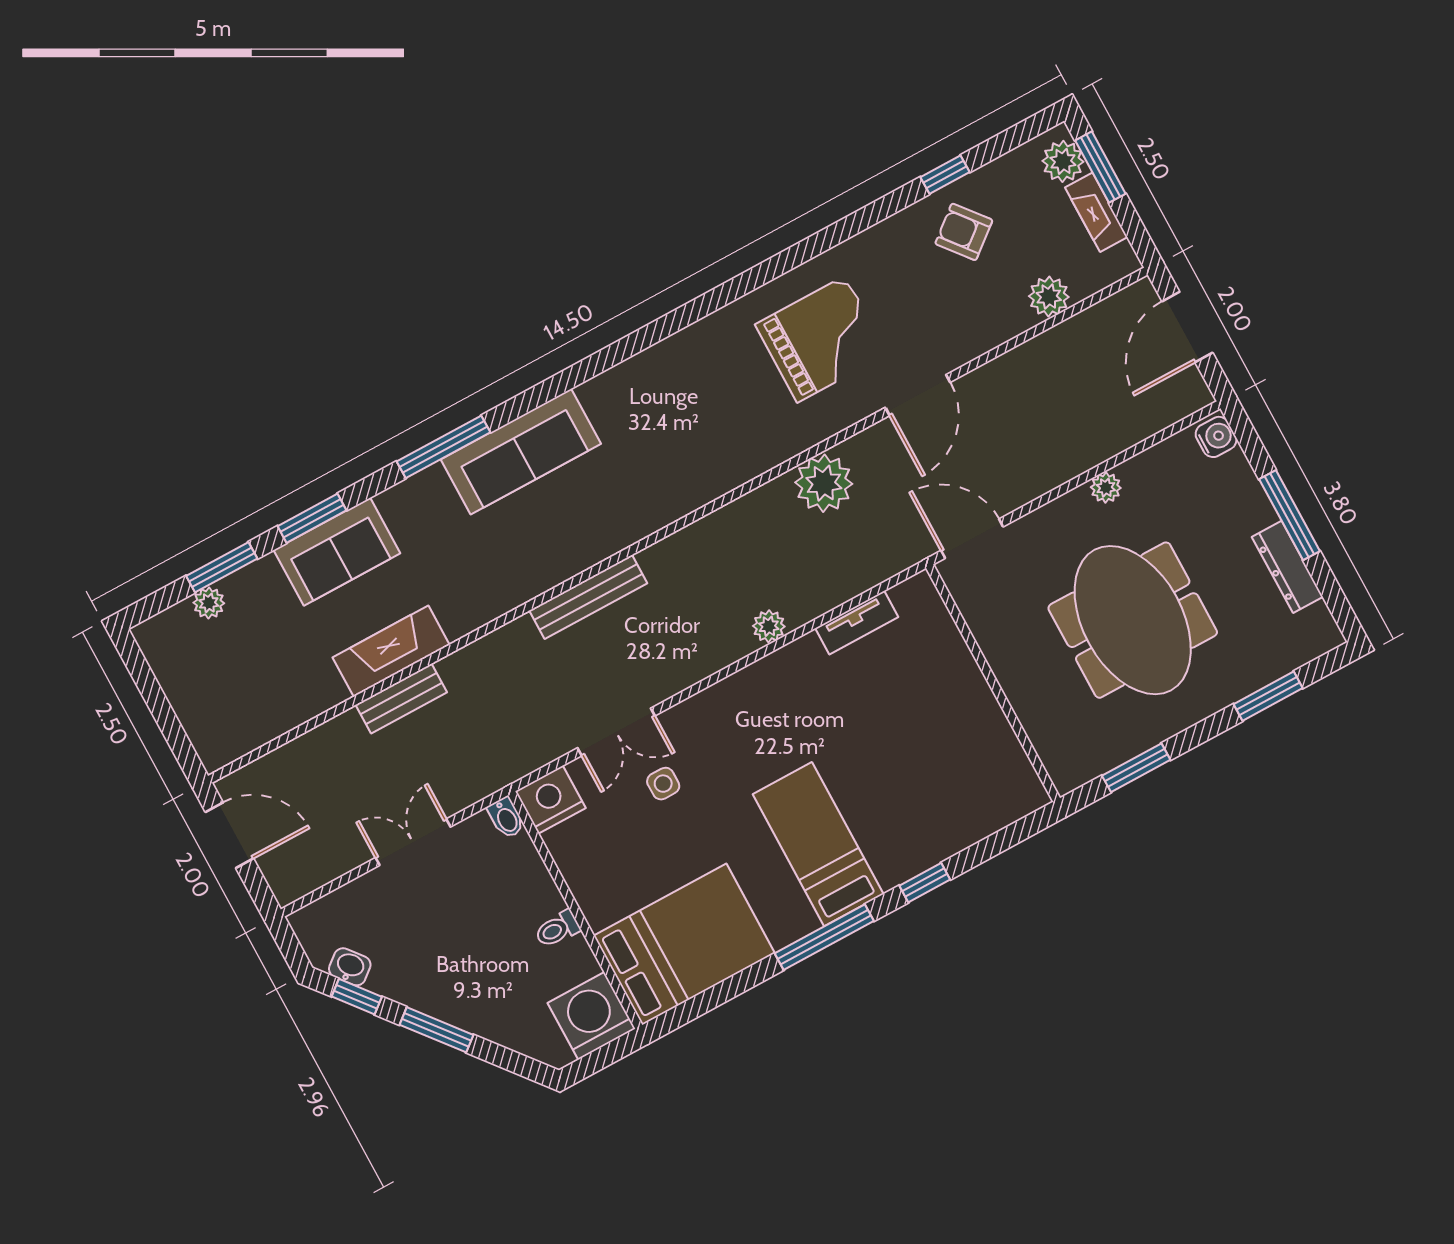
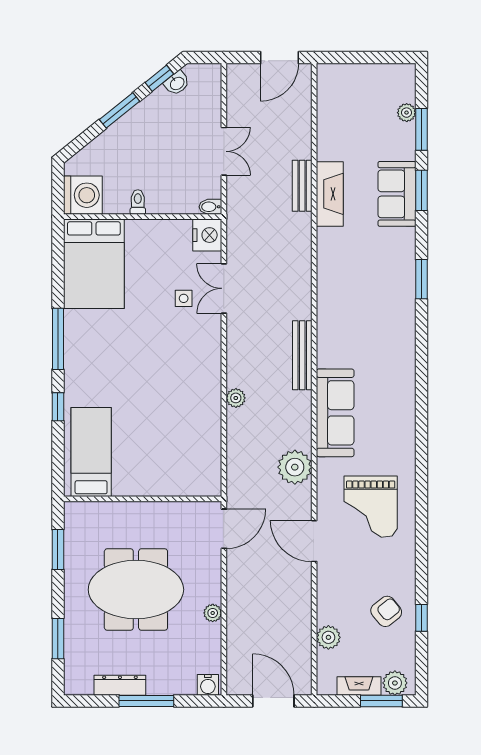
window: (444, 447) -> (421, 279), width x0.69
sofa: (521, 452) -> (335, 413), moved, turned 180
bench: (588, 597) -> (302, 355), moved
tv unit: (857, 623) -> (213, 445), removed
bed: (818, 844) -> (91, 452), moved, turned -90

